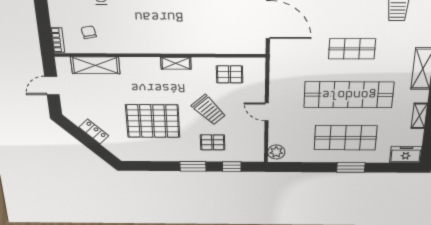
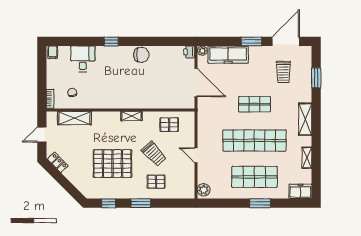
locker: (94, 132) -> (58, 162), moved
window: (232, 167) -> (109, 203), moved

